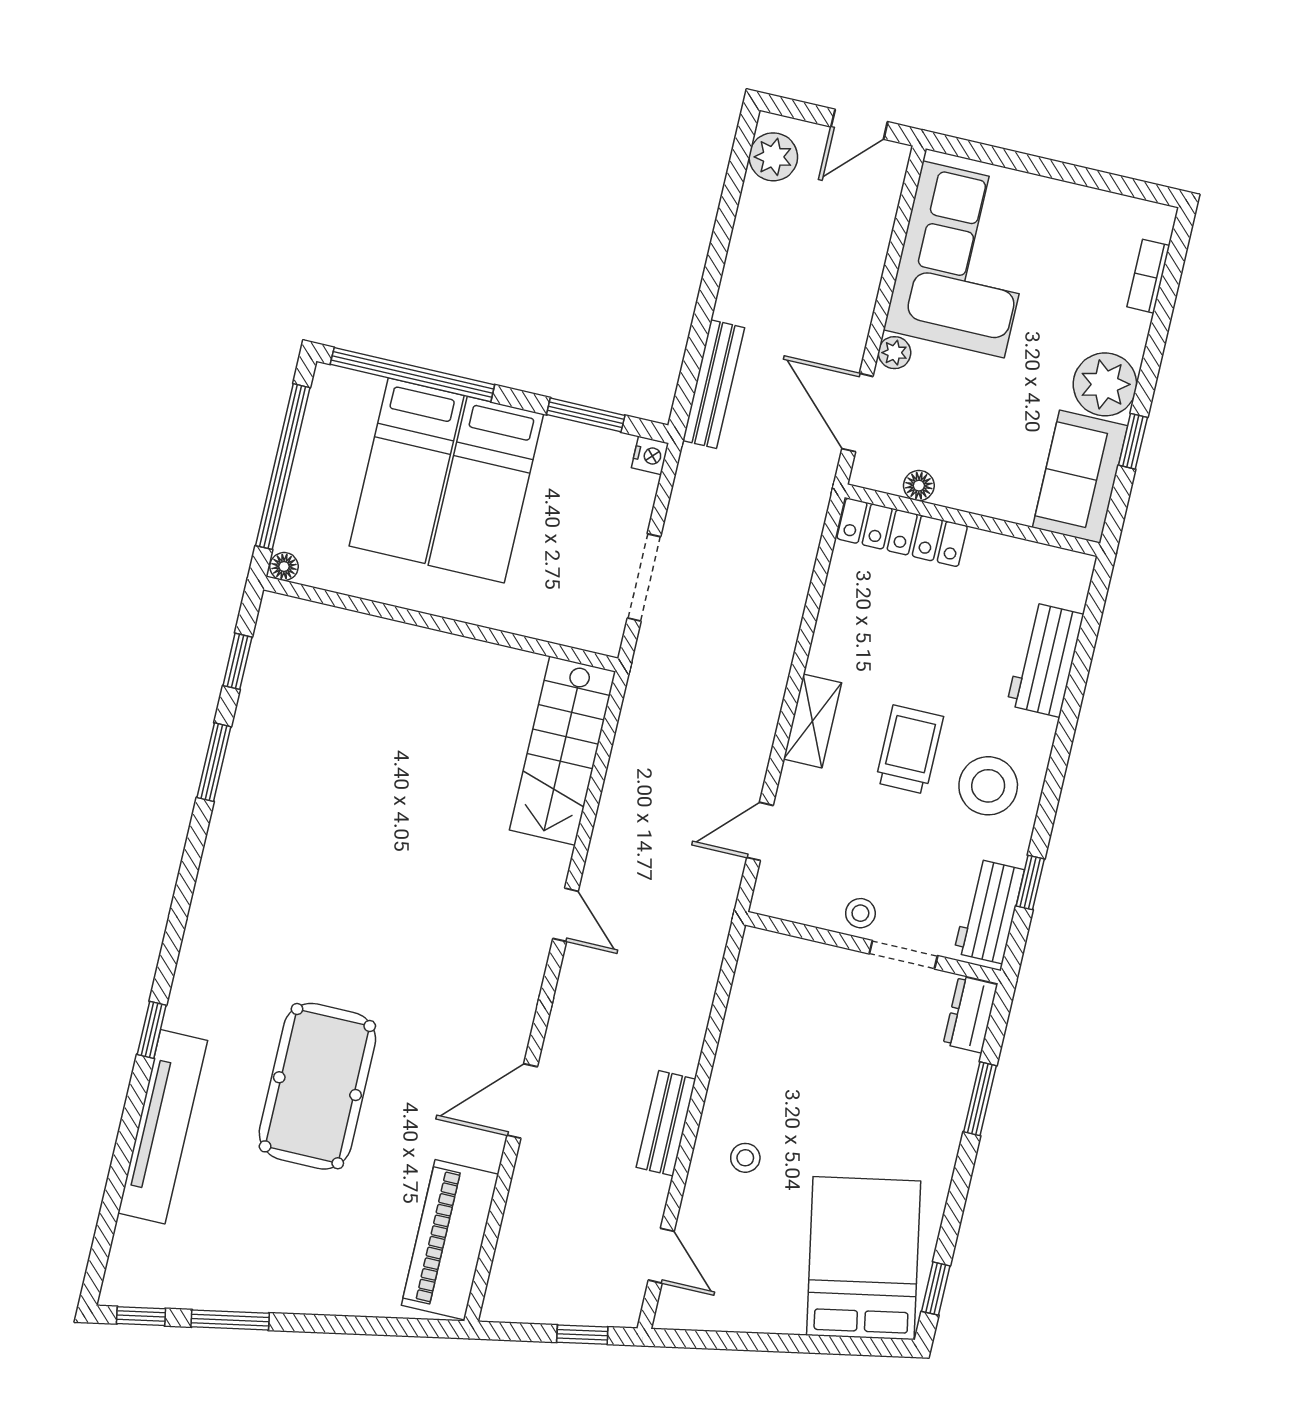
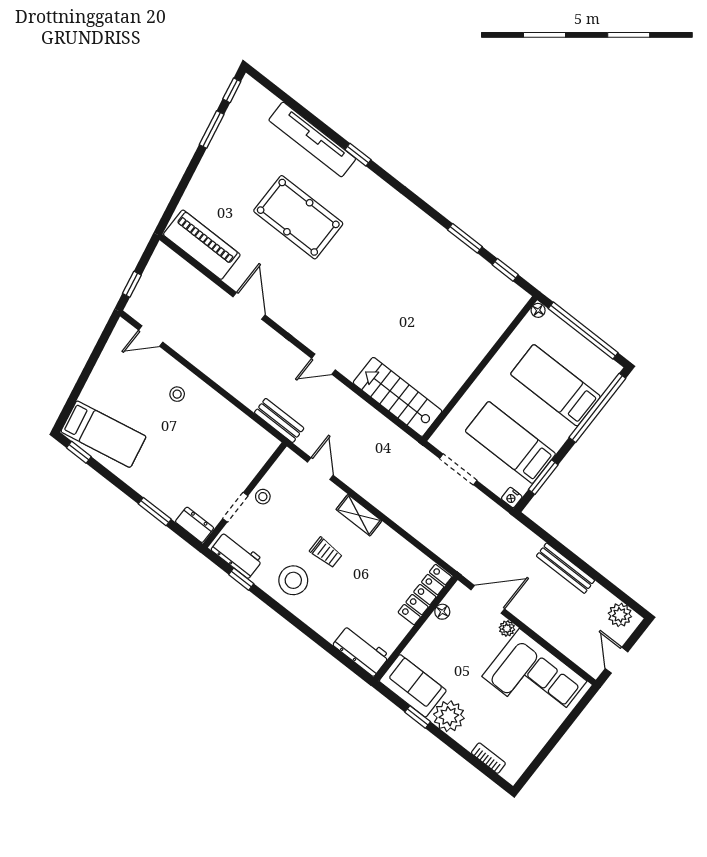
bench: (714, 384) -> (565, 568), moved
bed: (486, 490) -> (510, 442), moved
workbench: (1045, 660) -> (361, 650), moved
trolley: (909, 750) -> (326, 553), width x0.73, depth x0.72
bench: (666, 1123) -> (279, 420), moved
bed: (864, 1258) -> (103, 434), width x0.67

